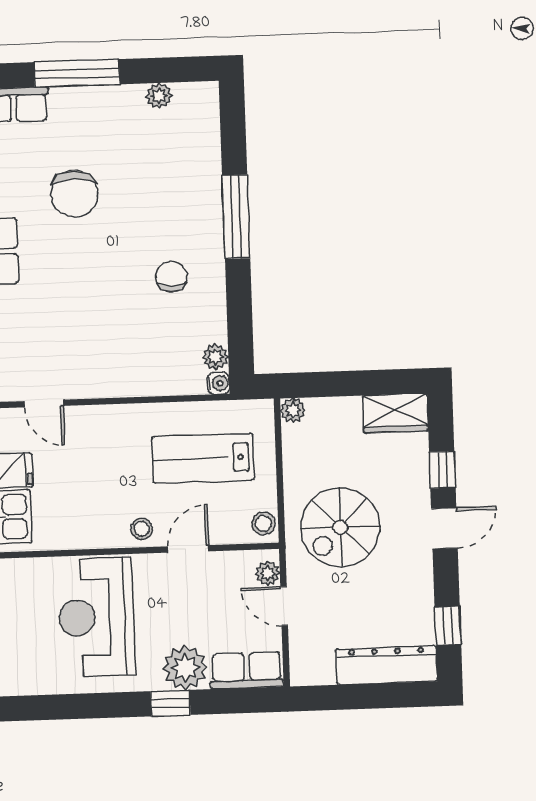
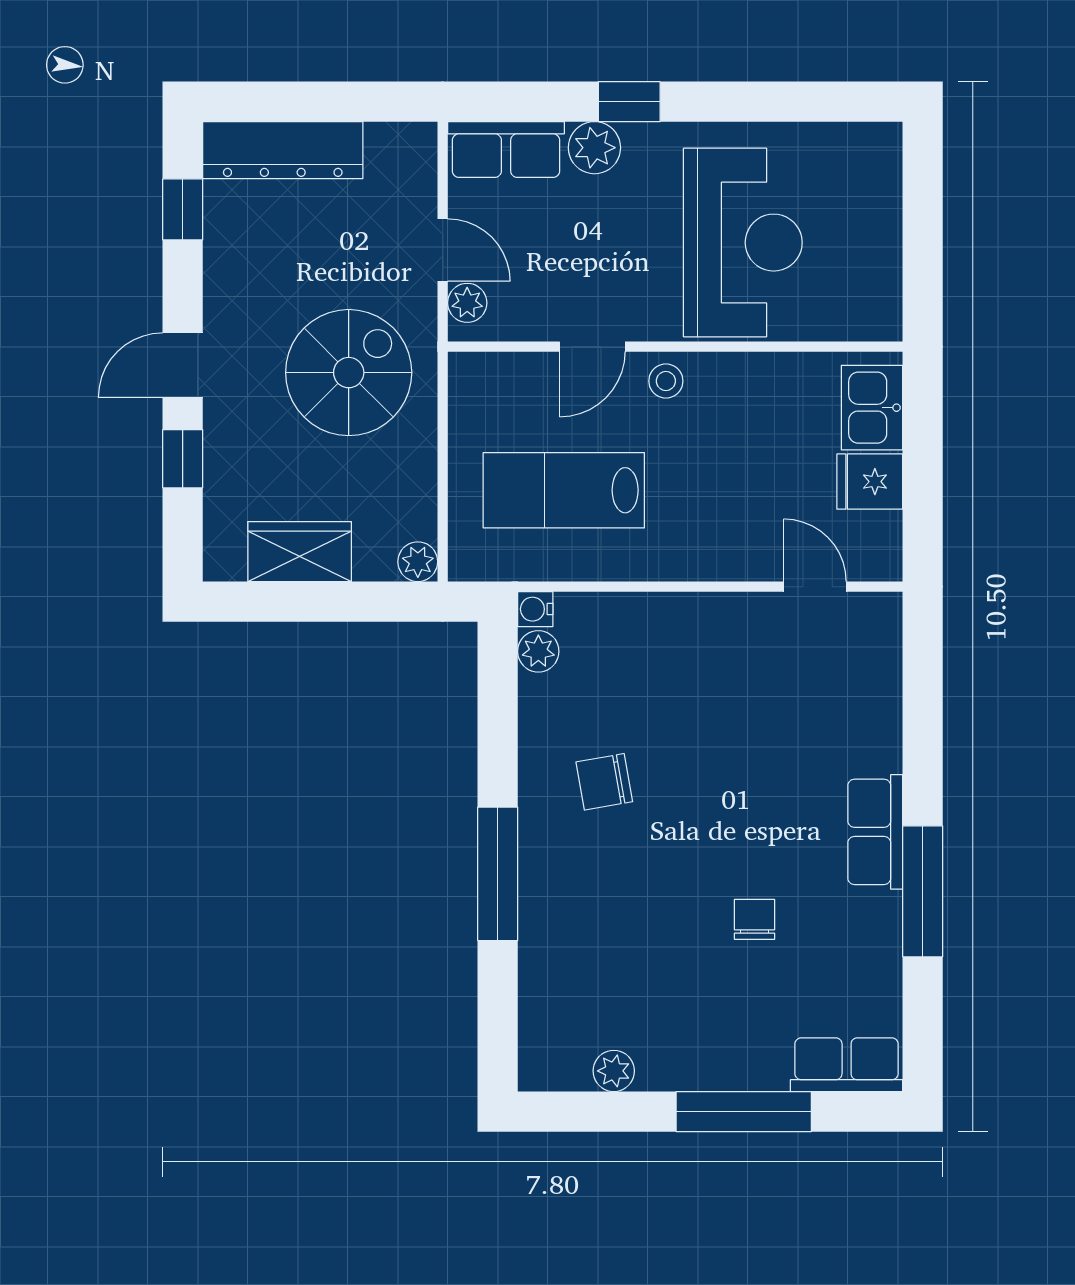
chair: (74, 194) -> (754, 919), width x0.54, depth x0.54
chair: (171, 277) -> (604, 782), turned 80
wardrobe: (395, 413) -> (300, 552), moved
lab bench: (203, 458) -> (564, 490), turned 180
stool: (264, 524) -> (471, 383), removed
plant: (185, 668) -> (594, 148), width x0.73, depth x0.73

